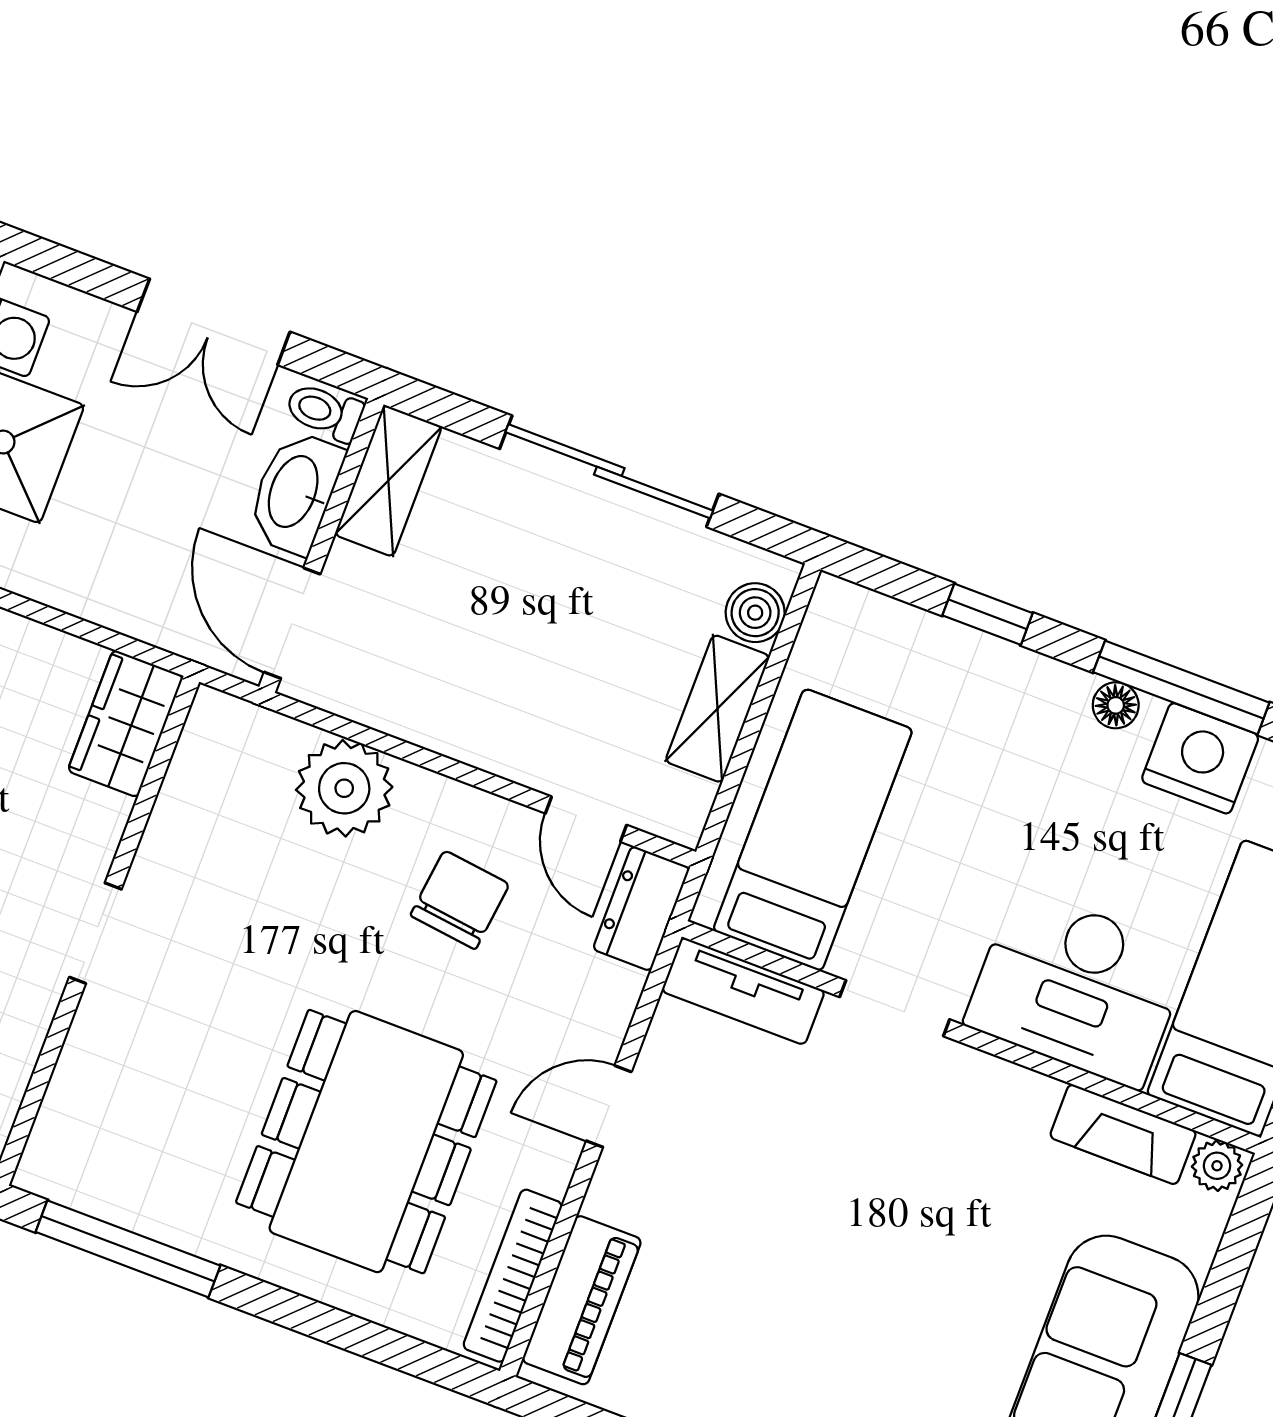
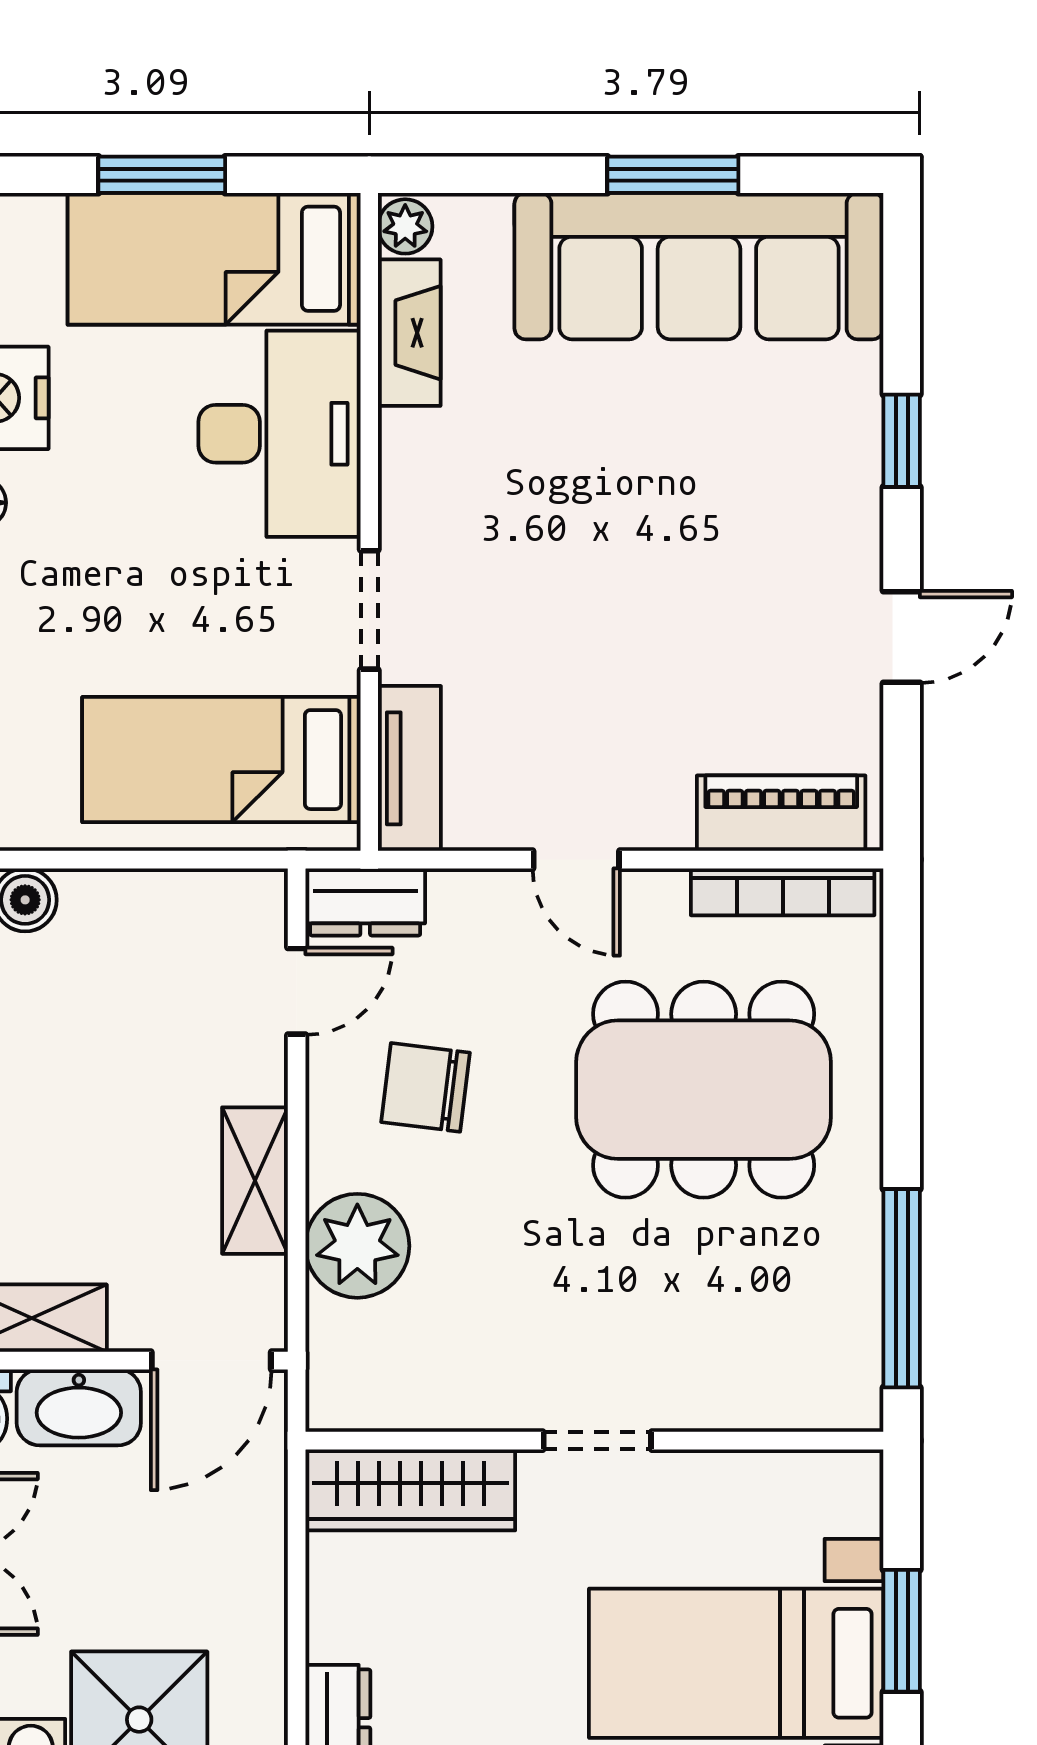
shelving: (718, 709) -> (255, 1181), moved, turned 90
wardrobe: (126, 724) -> (410, 1490), width x1.50

